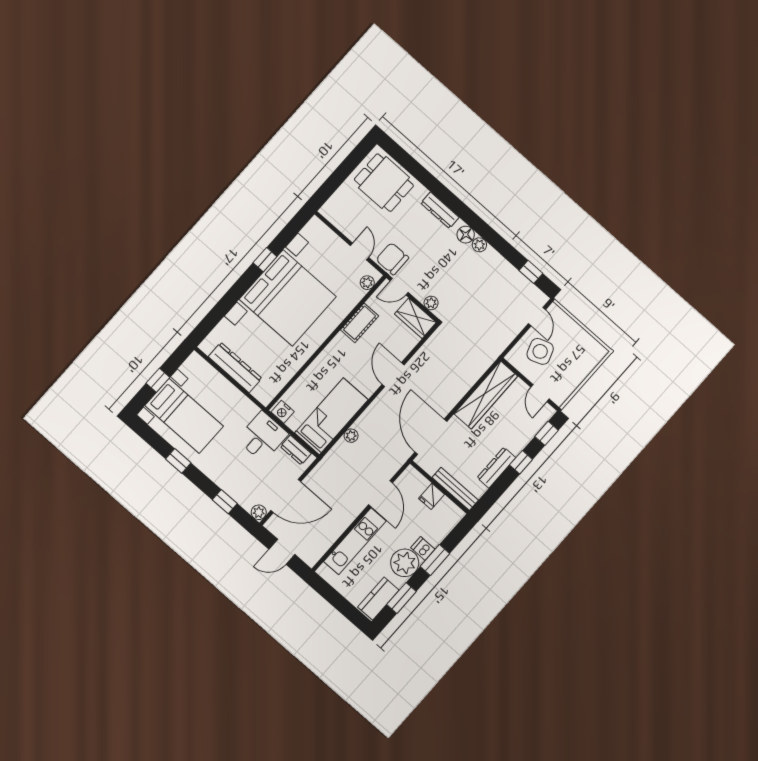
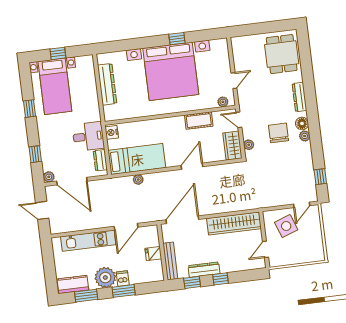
chair: (392, 259) -> (279, 133), moved
window: (547, 433) -> (192, 282), moved

